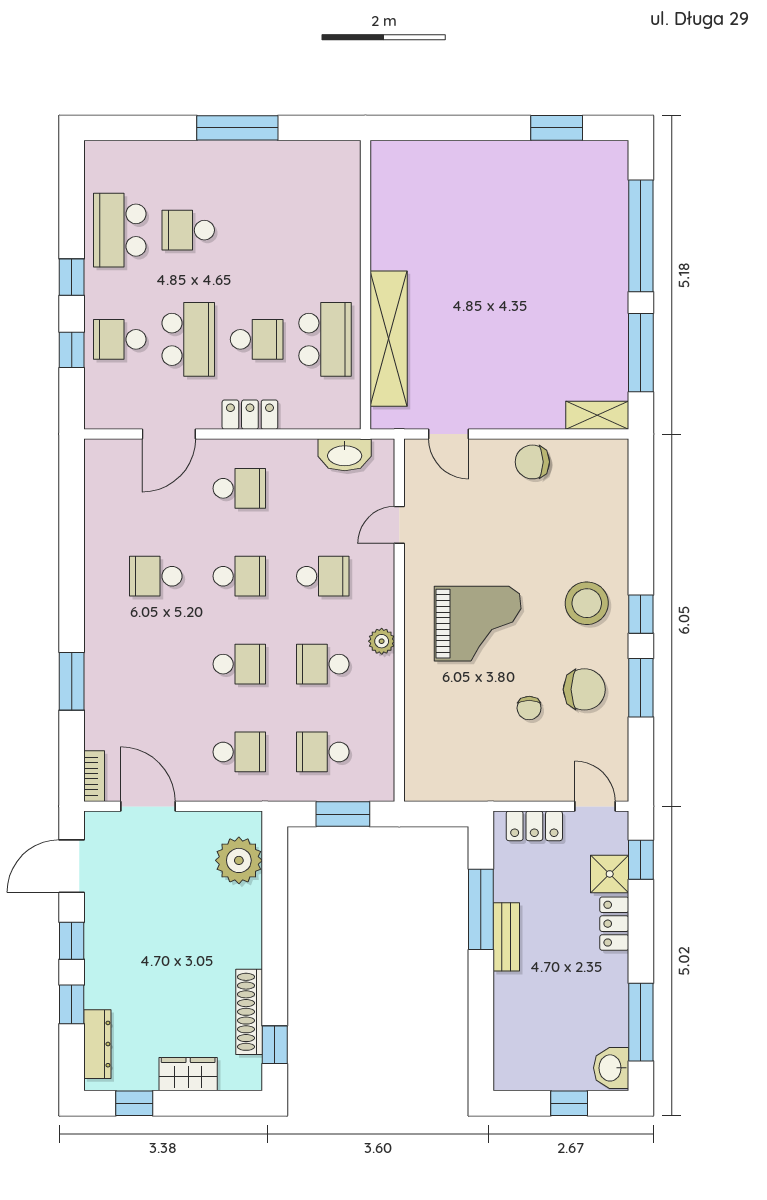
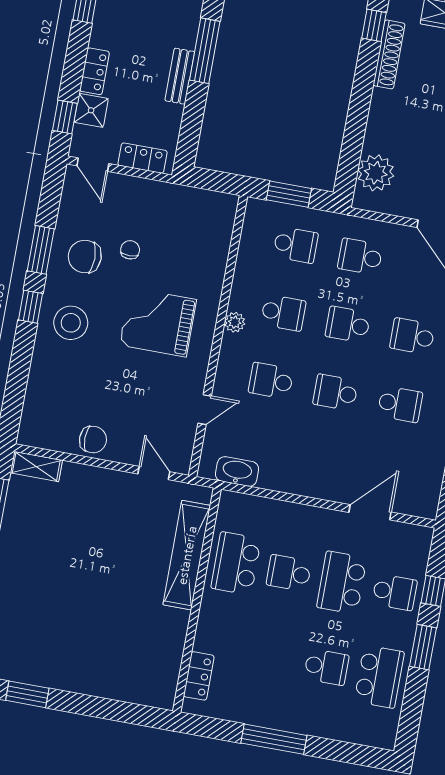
window: (72, 277) -> (423, 647), width x1.50
locker: (250, 415) -> (199, 676), moved, turned -90
school desk: (239, 488) -> (412, 336), moved
window: (481, 909) -> (205, 51), moved

